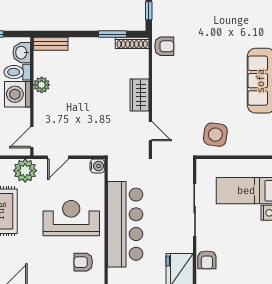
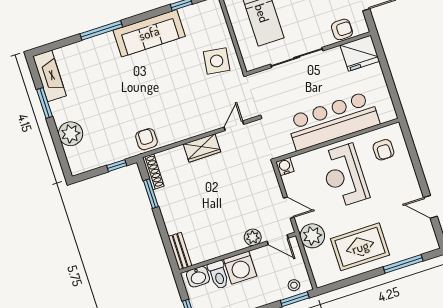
plant: (42, 85) -> (253, 237), moved

